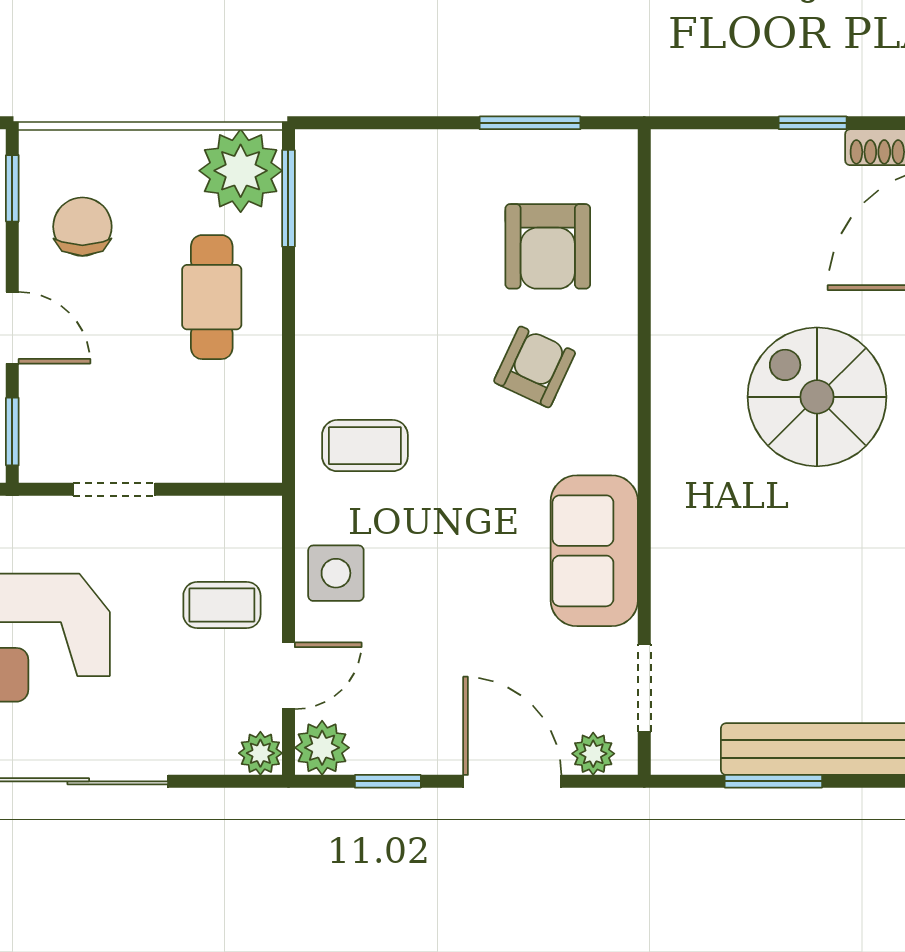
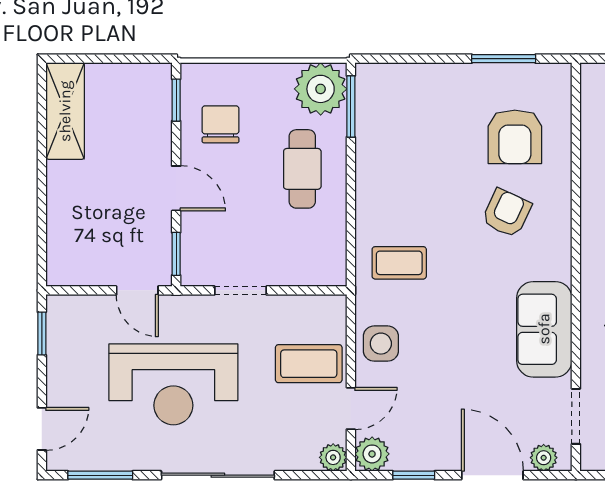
coffee table: (222, 605) -> (309, 364), width x1.36, depth x1.30

